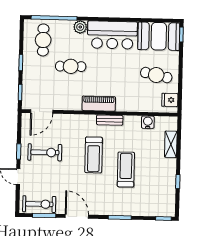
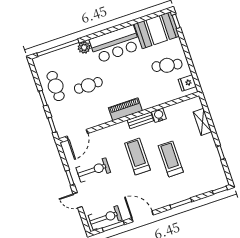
cafe table: (43, 40) -> (56, 86), moved
water cooler: (148, 122) -> (159, 115), moved
treadmill: (94, 155) -> (137, 157), turned 180

